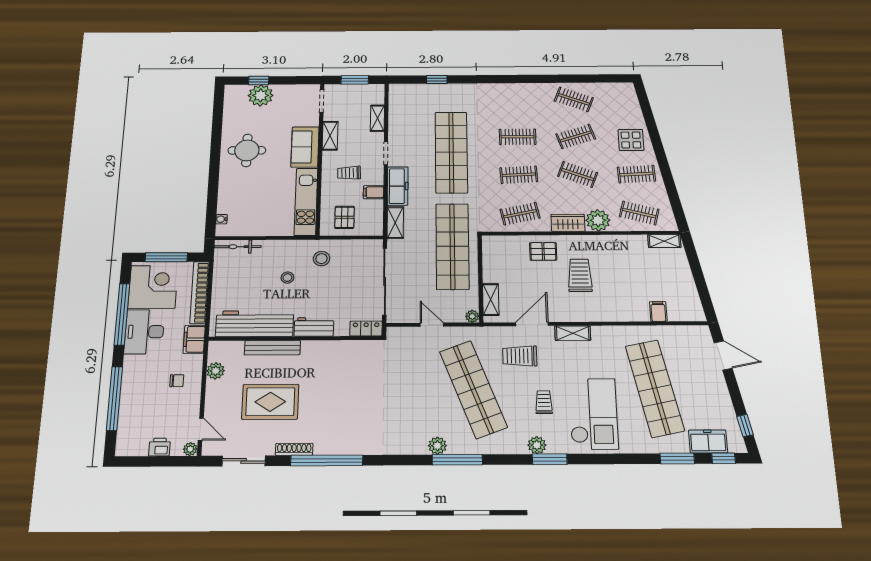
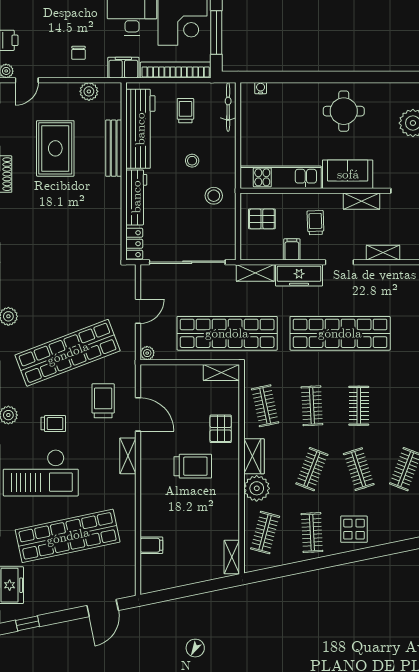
trolley: (239, 284) -> (185, 111), added
shelving: (491, 300) -> (221, 372), moved
workbench: (314, 327) -> (136, 197), width x1.38

